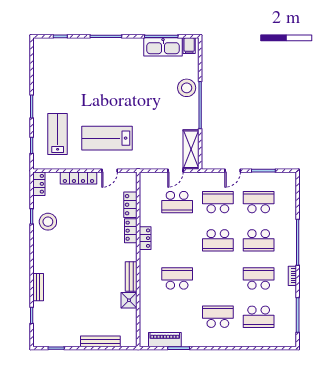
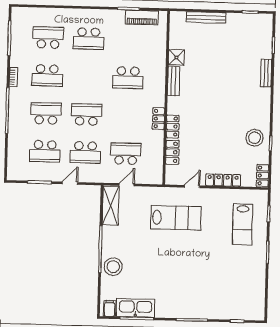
lab bench: (107, 138) -> (176, 218), moved

